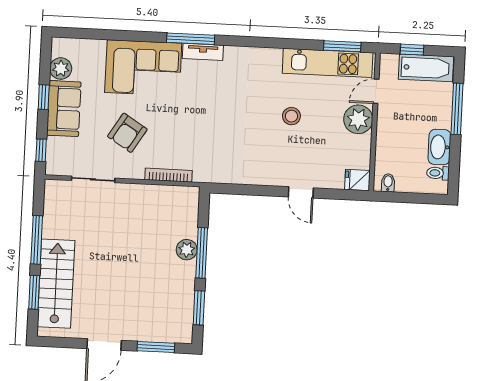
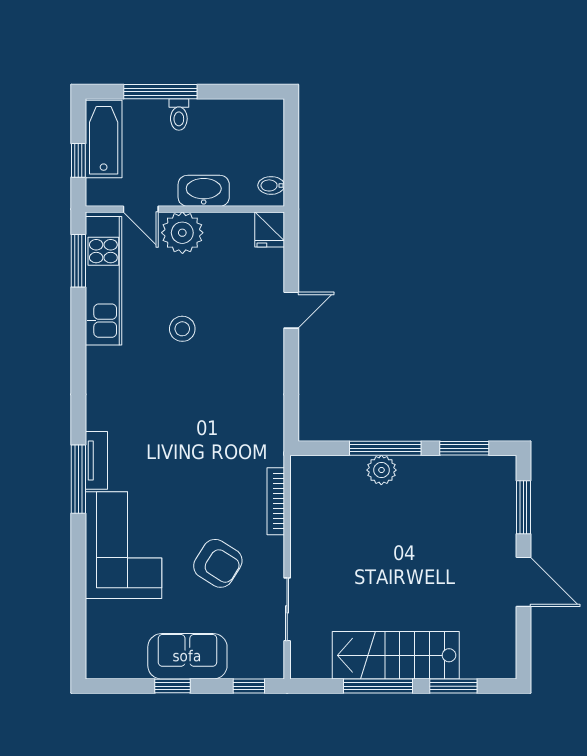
plant: (61, 68) -> (130, 664), removed
washbasin: (439, 147) -> (204, 191), moved, turned 180
toilet: (438, 173) -> (179, 114), moved
stairs: (56, 284) -> (396, 655), moved

